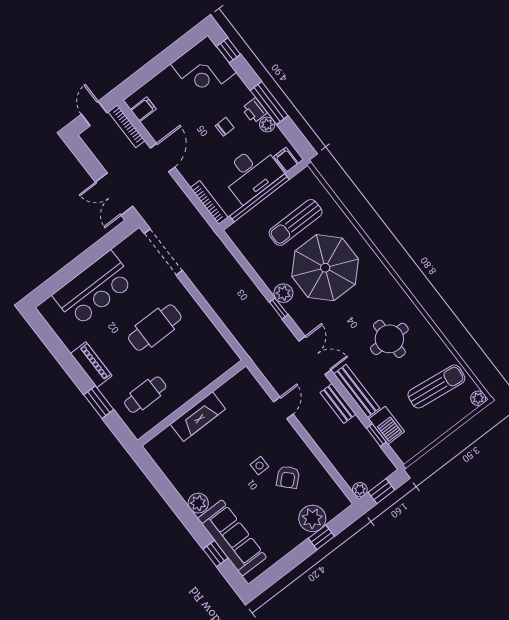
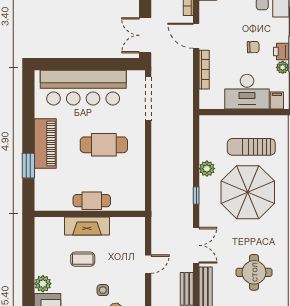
door: (163, 158) -> (196, 36), swing flipped
window: (259, 198) -> (240, 112), removed
bookcase: (209, 202) -> (204, 70), moved
bar counter: (94, 289) -> (83, 88), width x1.36
plant: (283, 293) -> (207, 169), moved
piano: (91, 365) -> (45, 144), width x1.37, depth x1.33
cafe table: (145, 395) -> (92, 201), moved
coffee table: (218, 451) -> (83, 259), added

